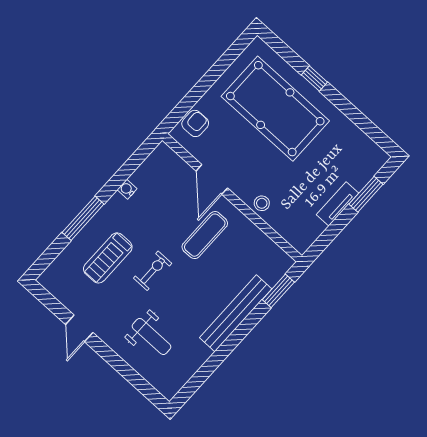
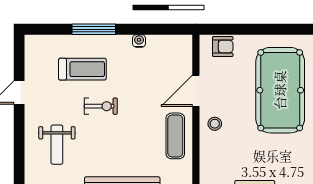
stool: (262, 203) -> (215, 124), moved
exercise mat: (205, 235) -> (175, 136), moved, turned 90
treadmill: (108, 258) -> (82, 69), turned 180

